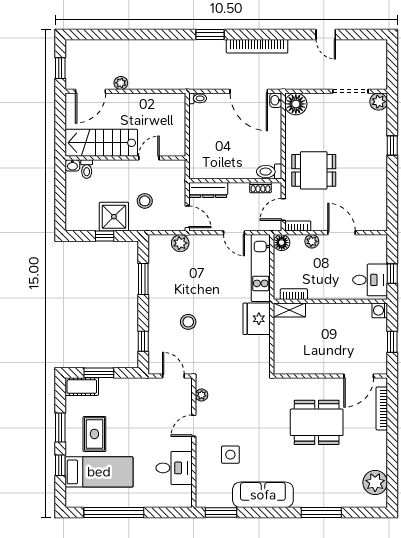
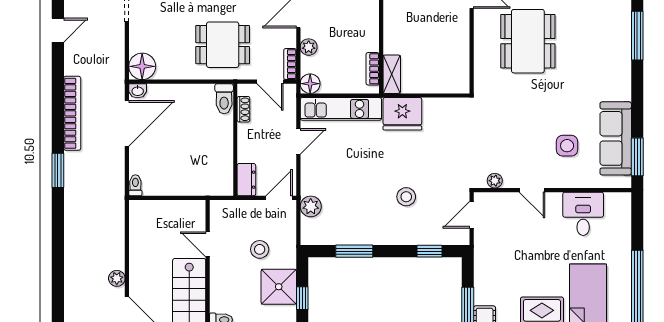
dining table: (314, 170) -> (223, 45), turned 90
dresser: (208, 190) -> (246, 180), width x0.70
sofa: (263, 495) -> (616, 138), moved

